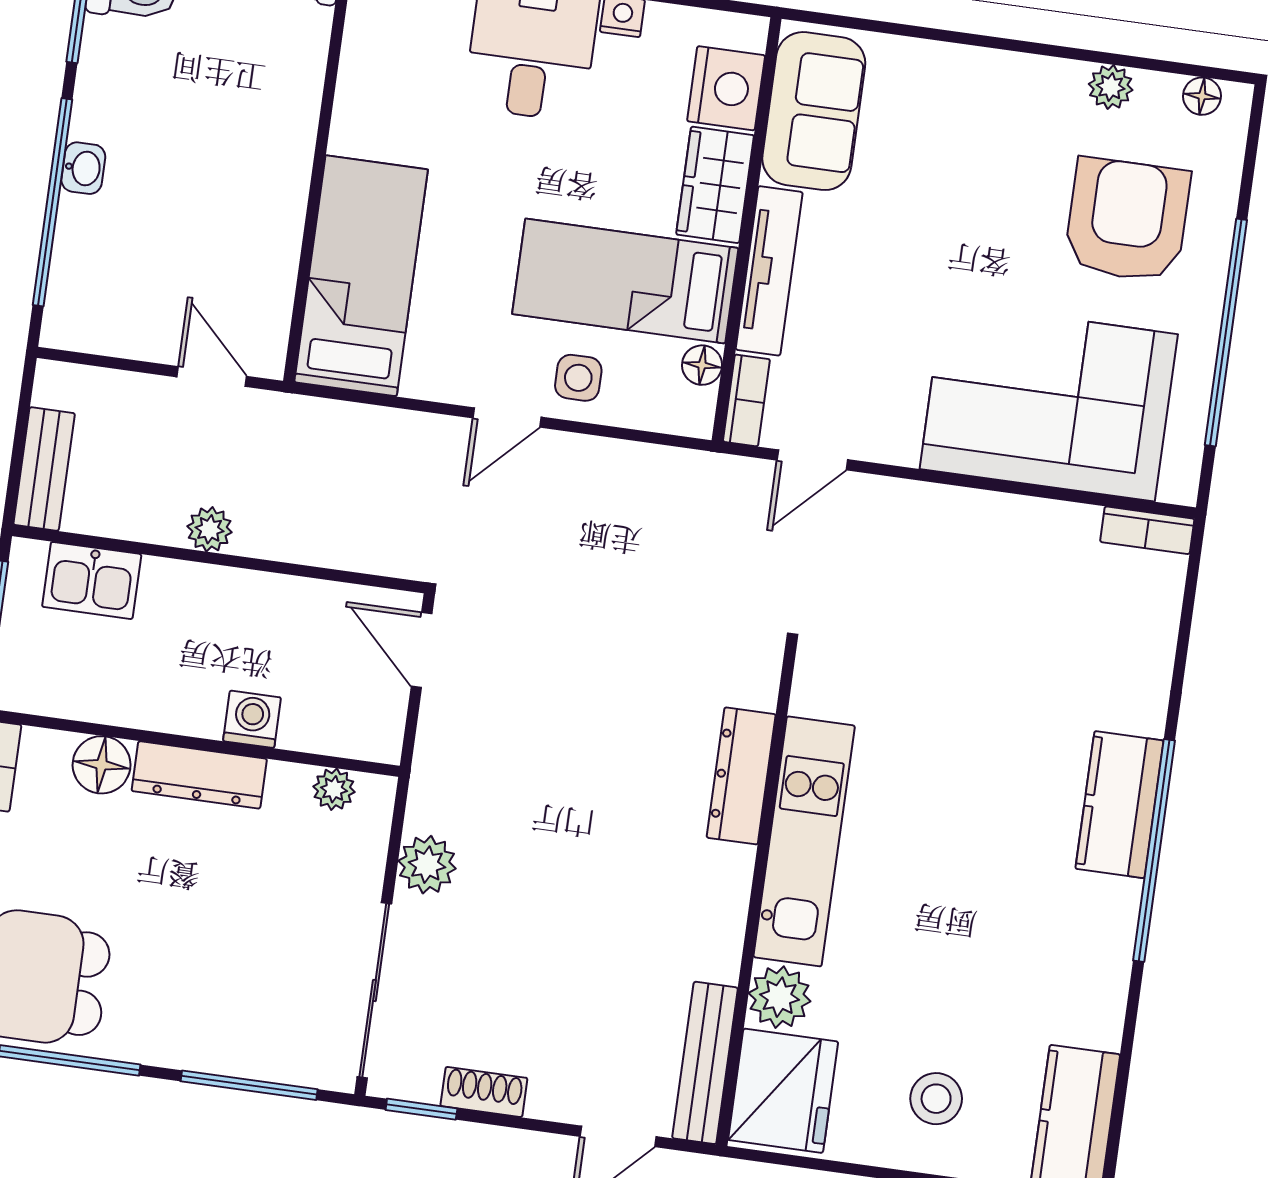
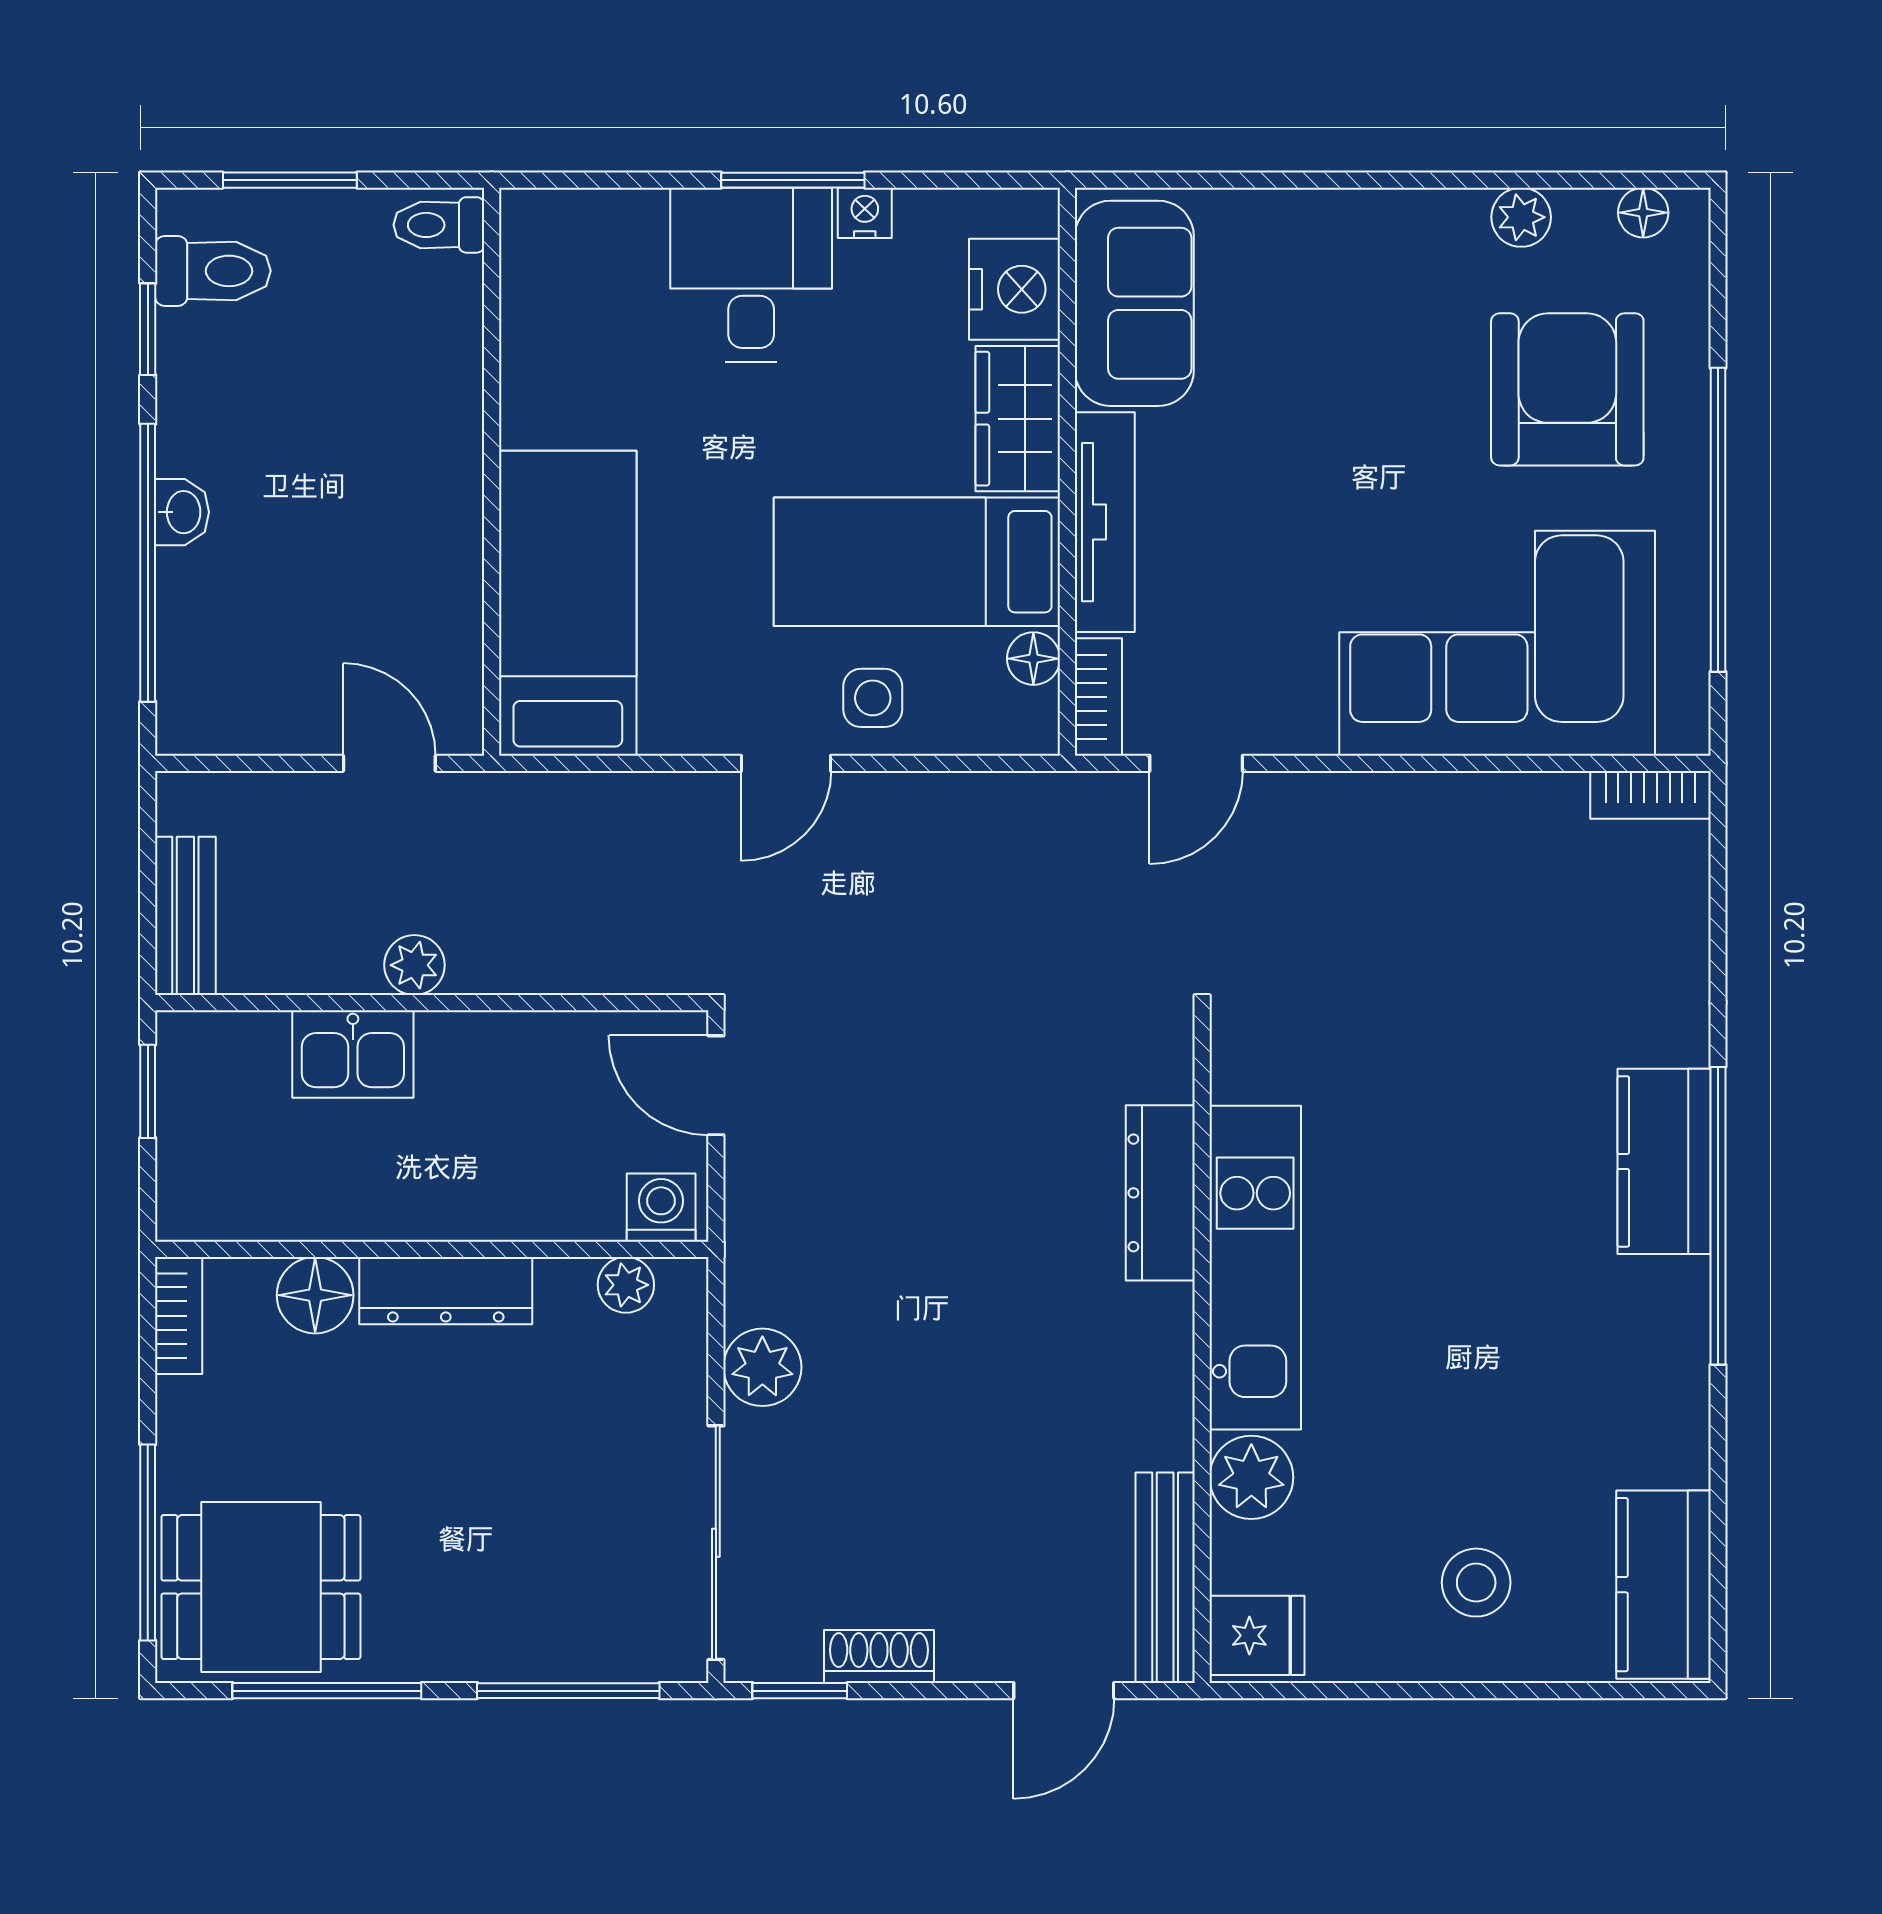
kitchen sink: (92, 580) -> (353, 1054), moved
washing machine: (252, 719) -> (661, 1208), moved
fridge: (783, 1091) -> (1257, 1635), width x0.53, depth x0.75

